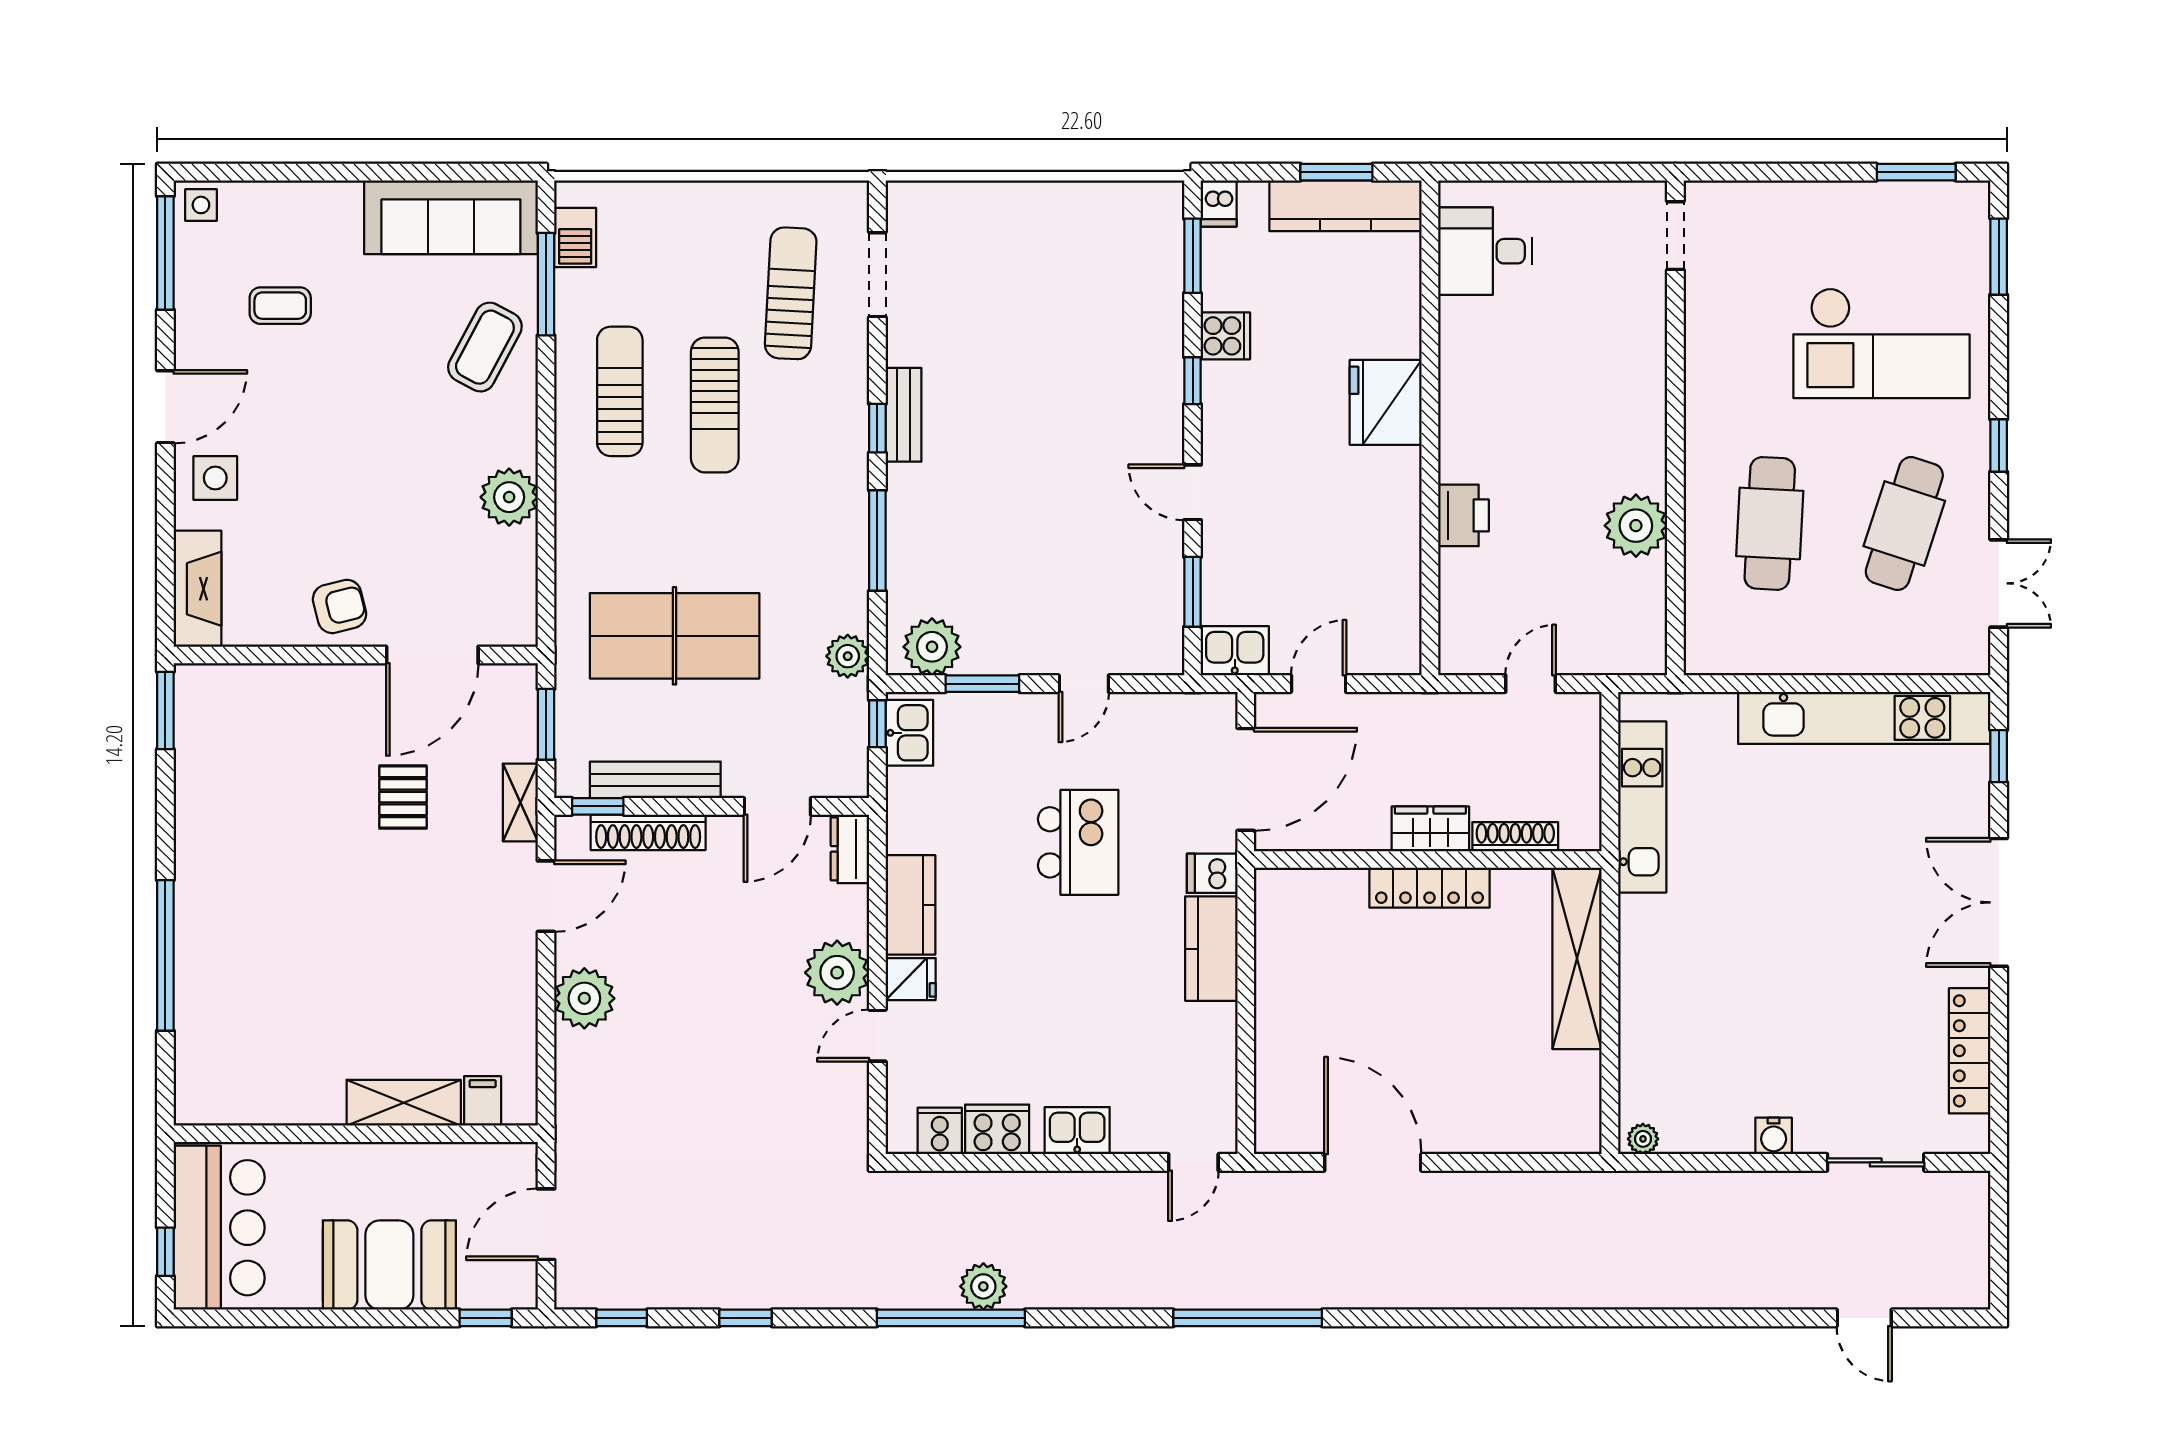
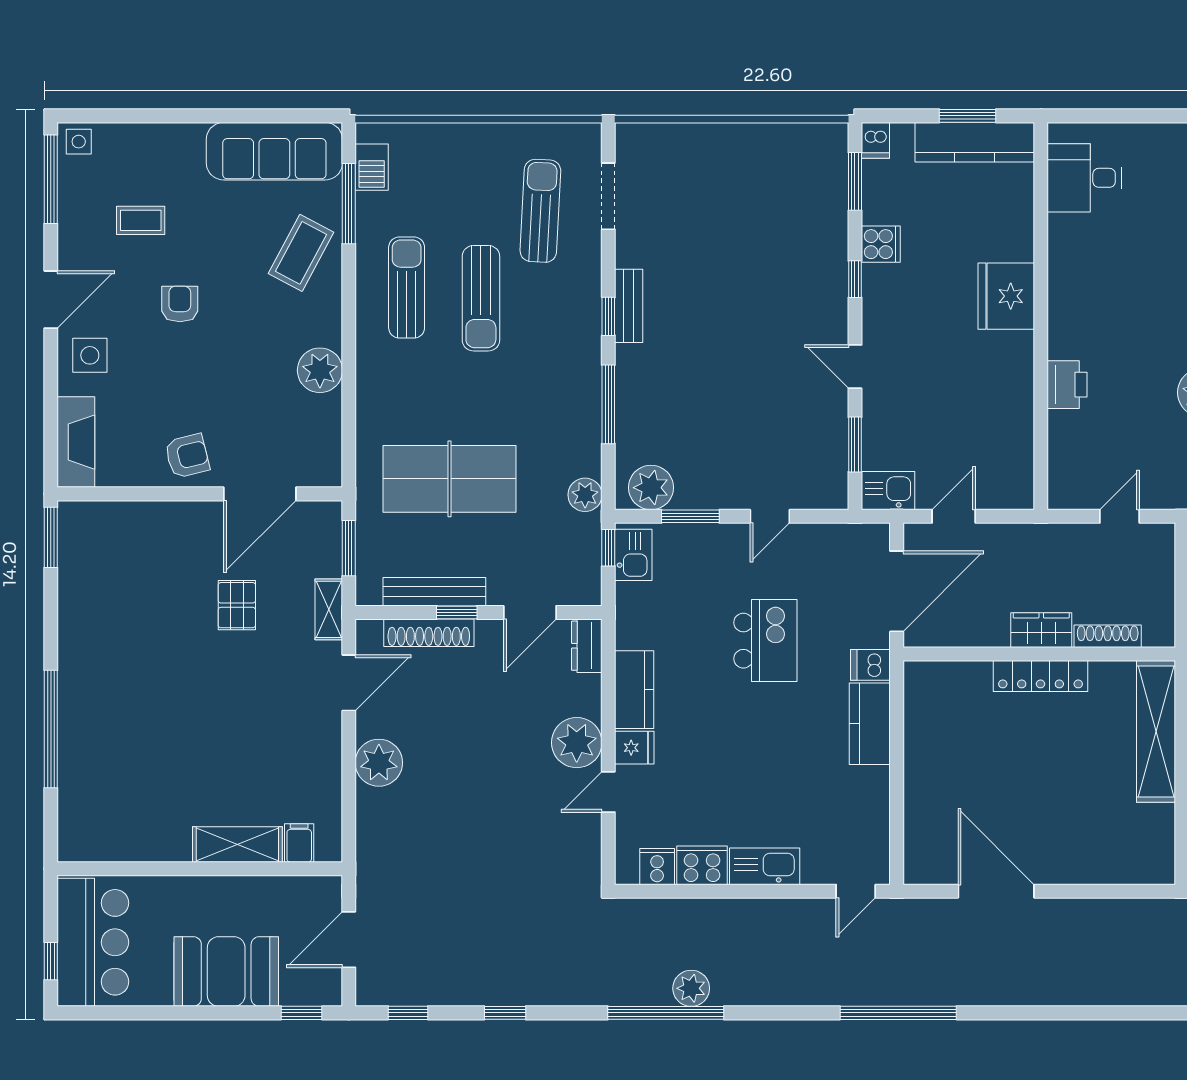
armchair: (330, 412) -> (180, 304), added
window: (598, 806) -> (457, 612), moved
kitchen sink: (1077, 1131) -> (765, 866), width x1.38

